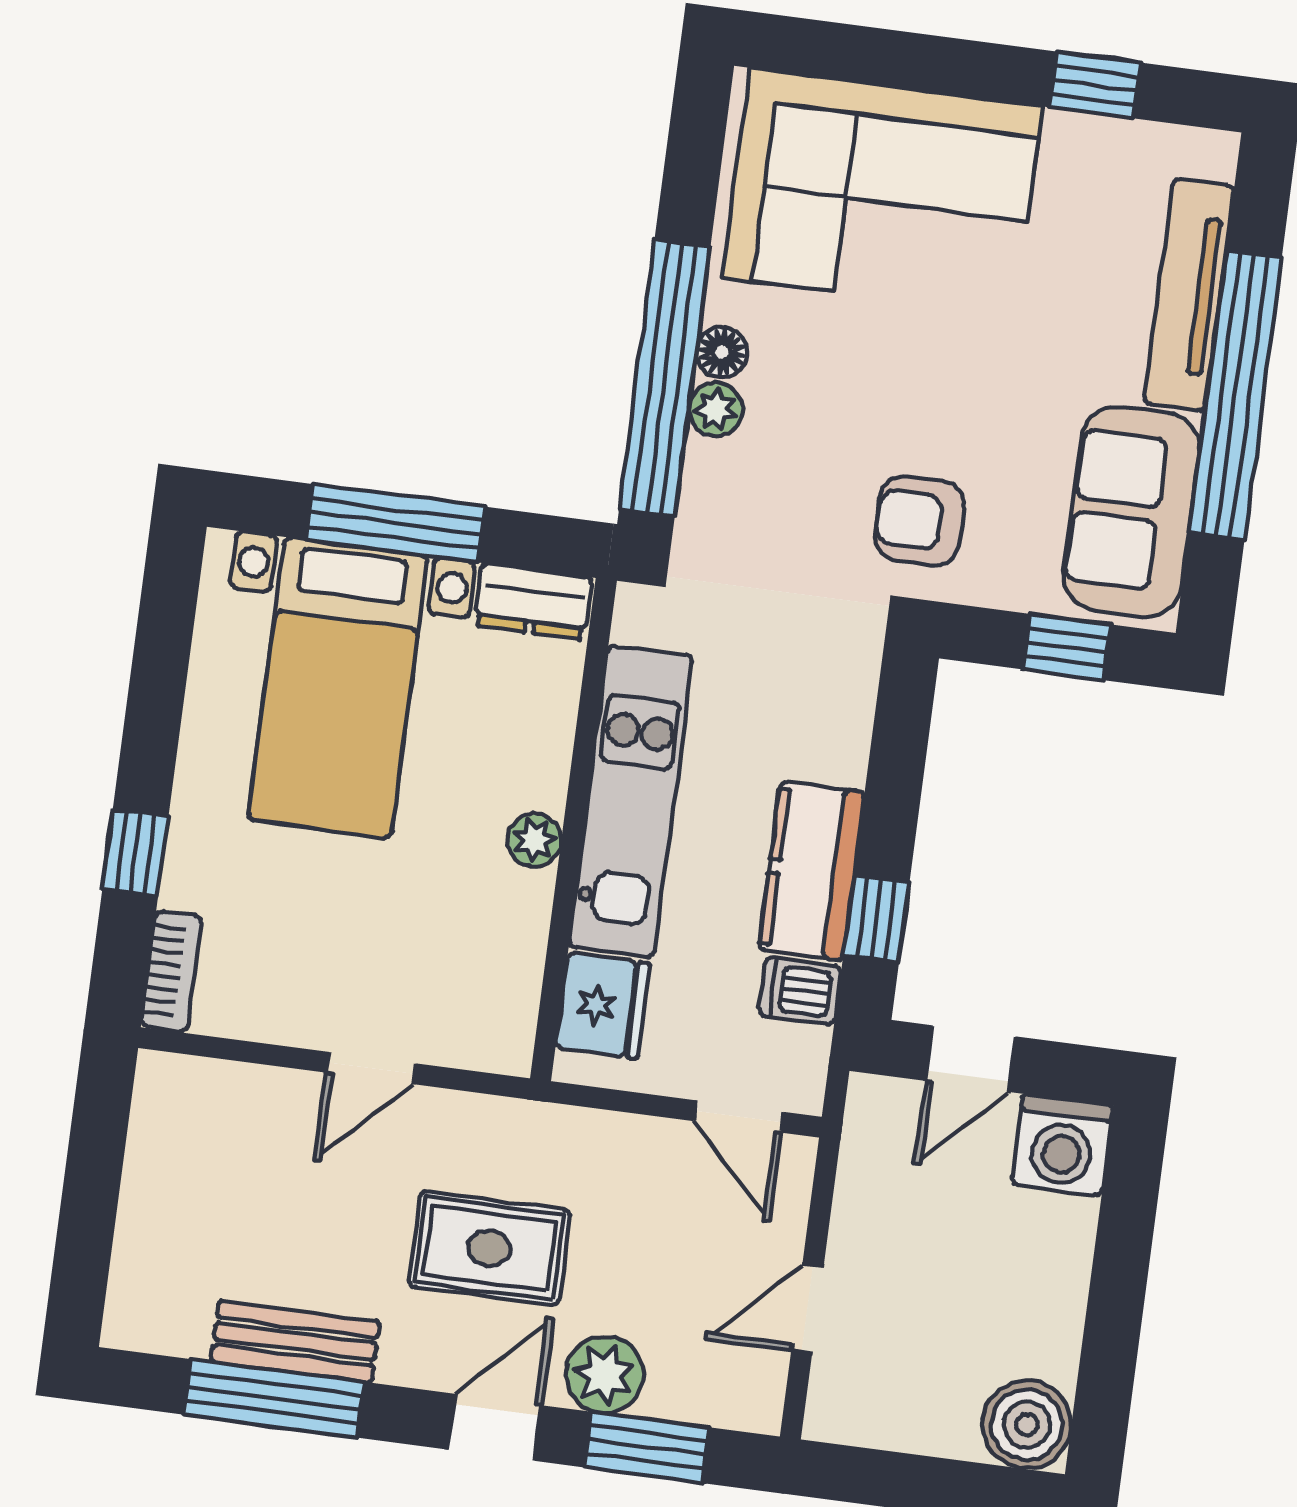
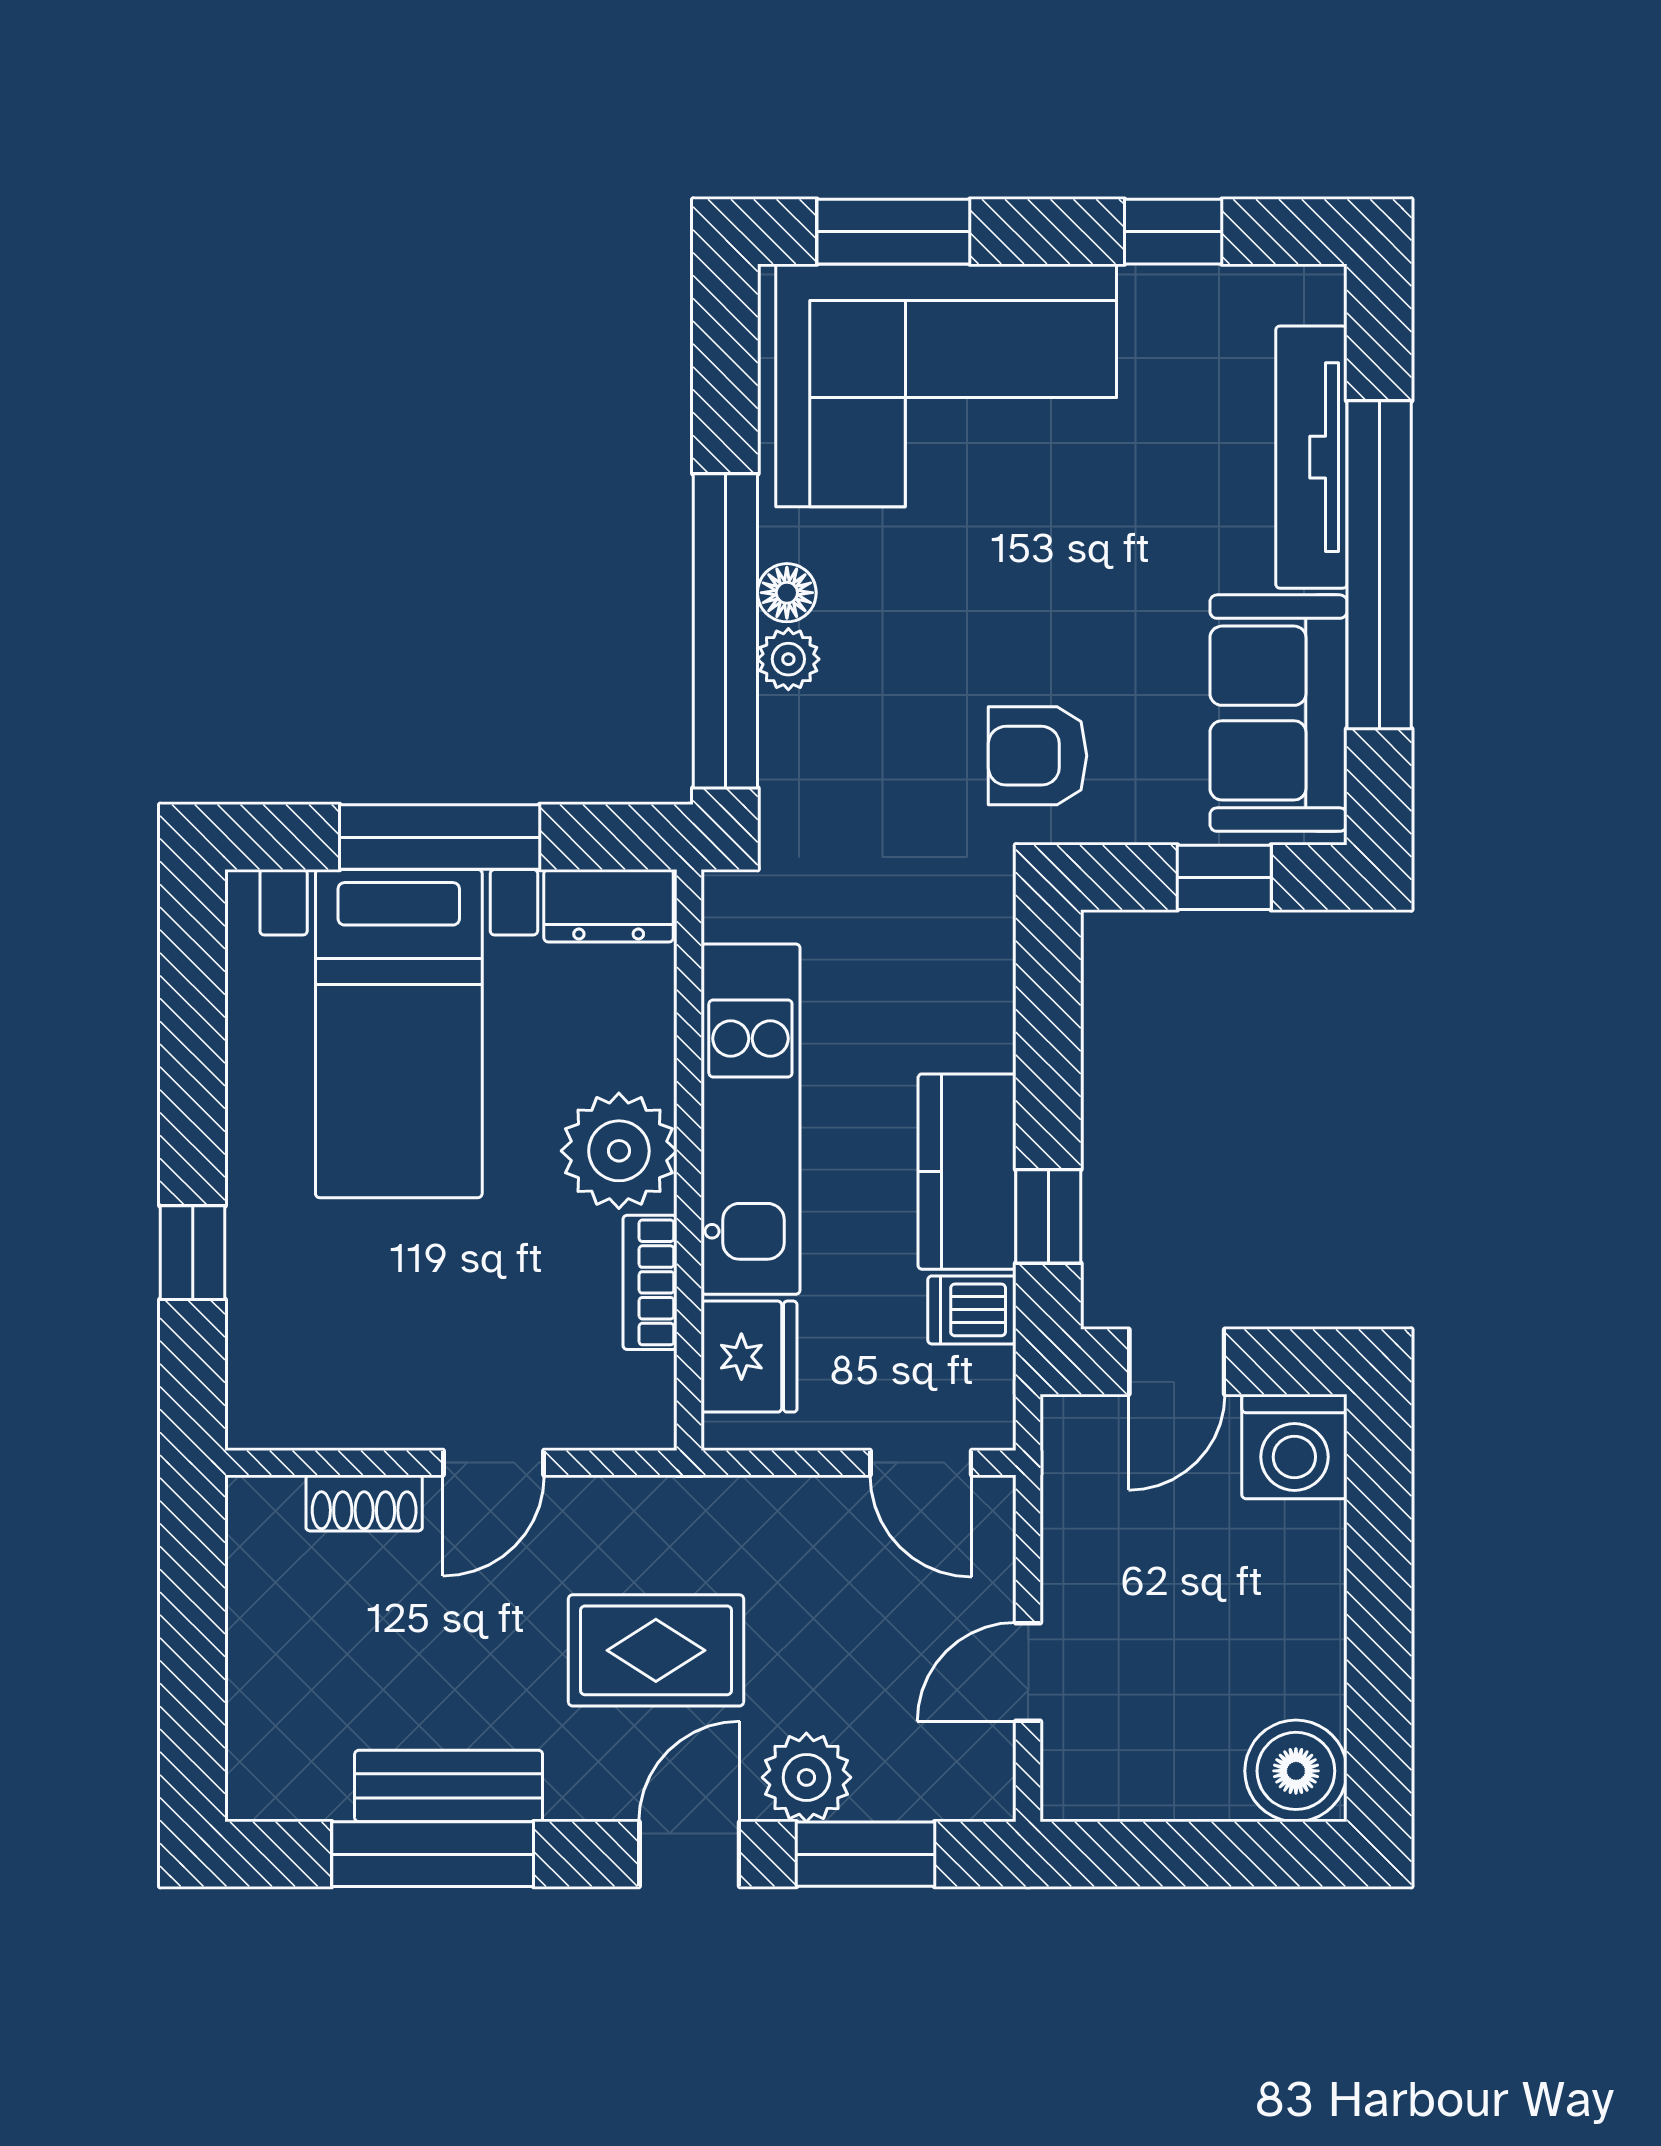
window: (855, 53) -> (893, 232), added
plant: (534, 840) -> (619, 1151), width x1.88, depth x1.88
bookcase: (172, 971) -> (650, 1282), moved, turned 180
shoe rack: (255, 1088) -> (364, 1503), added

